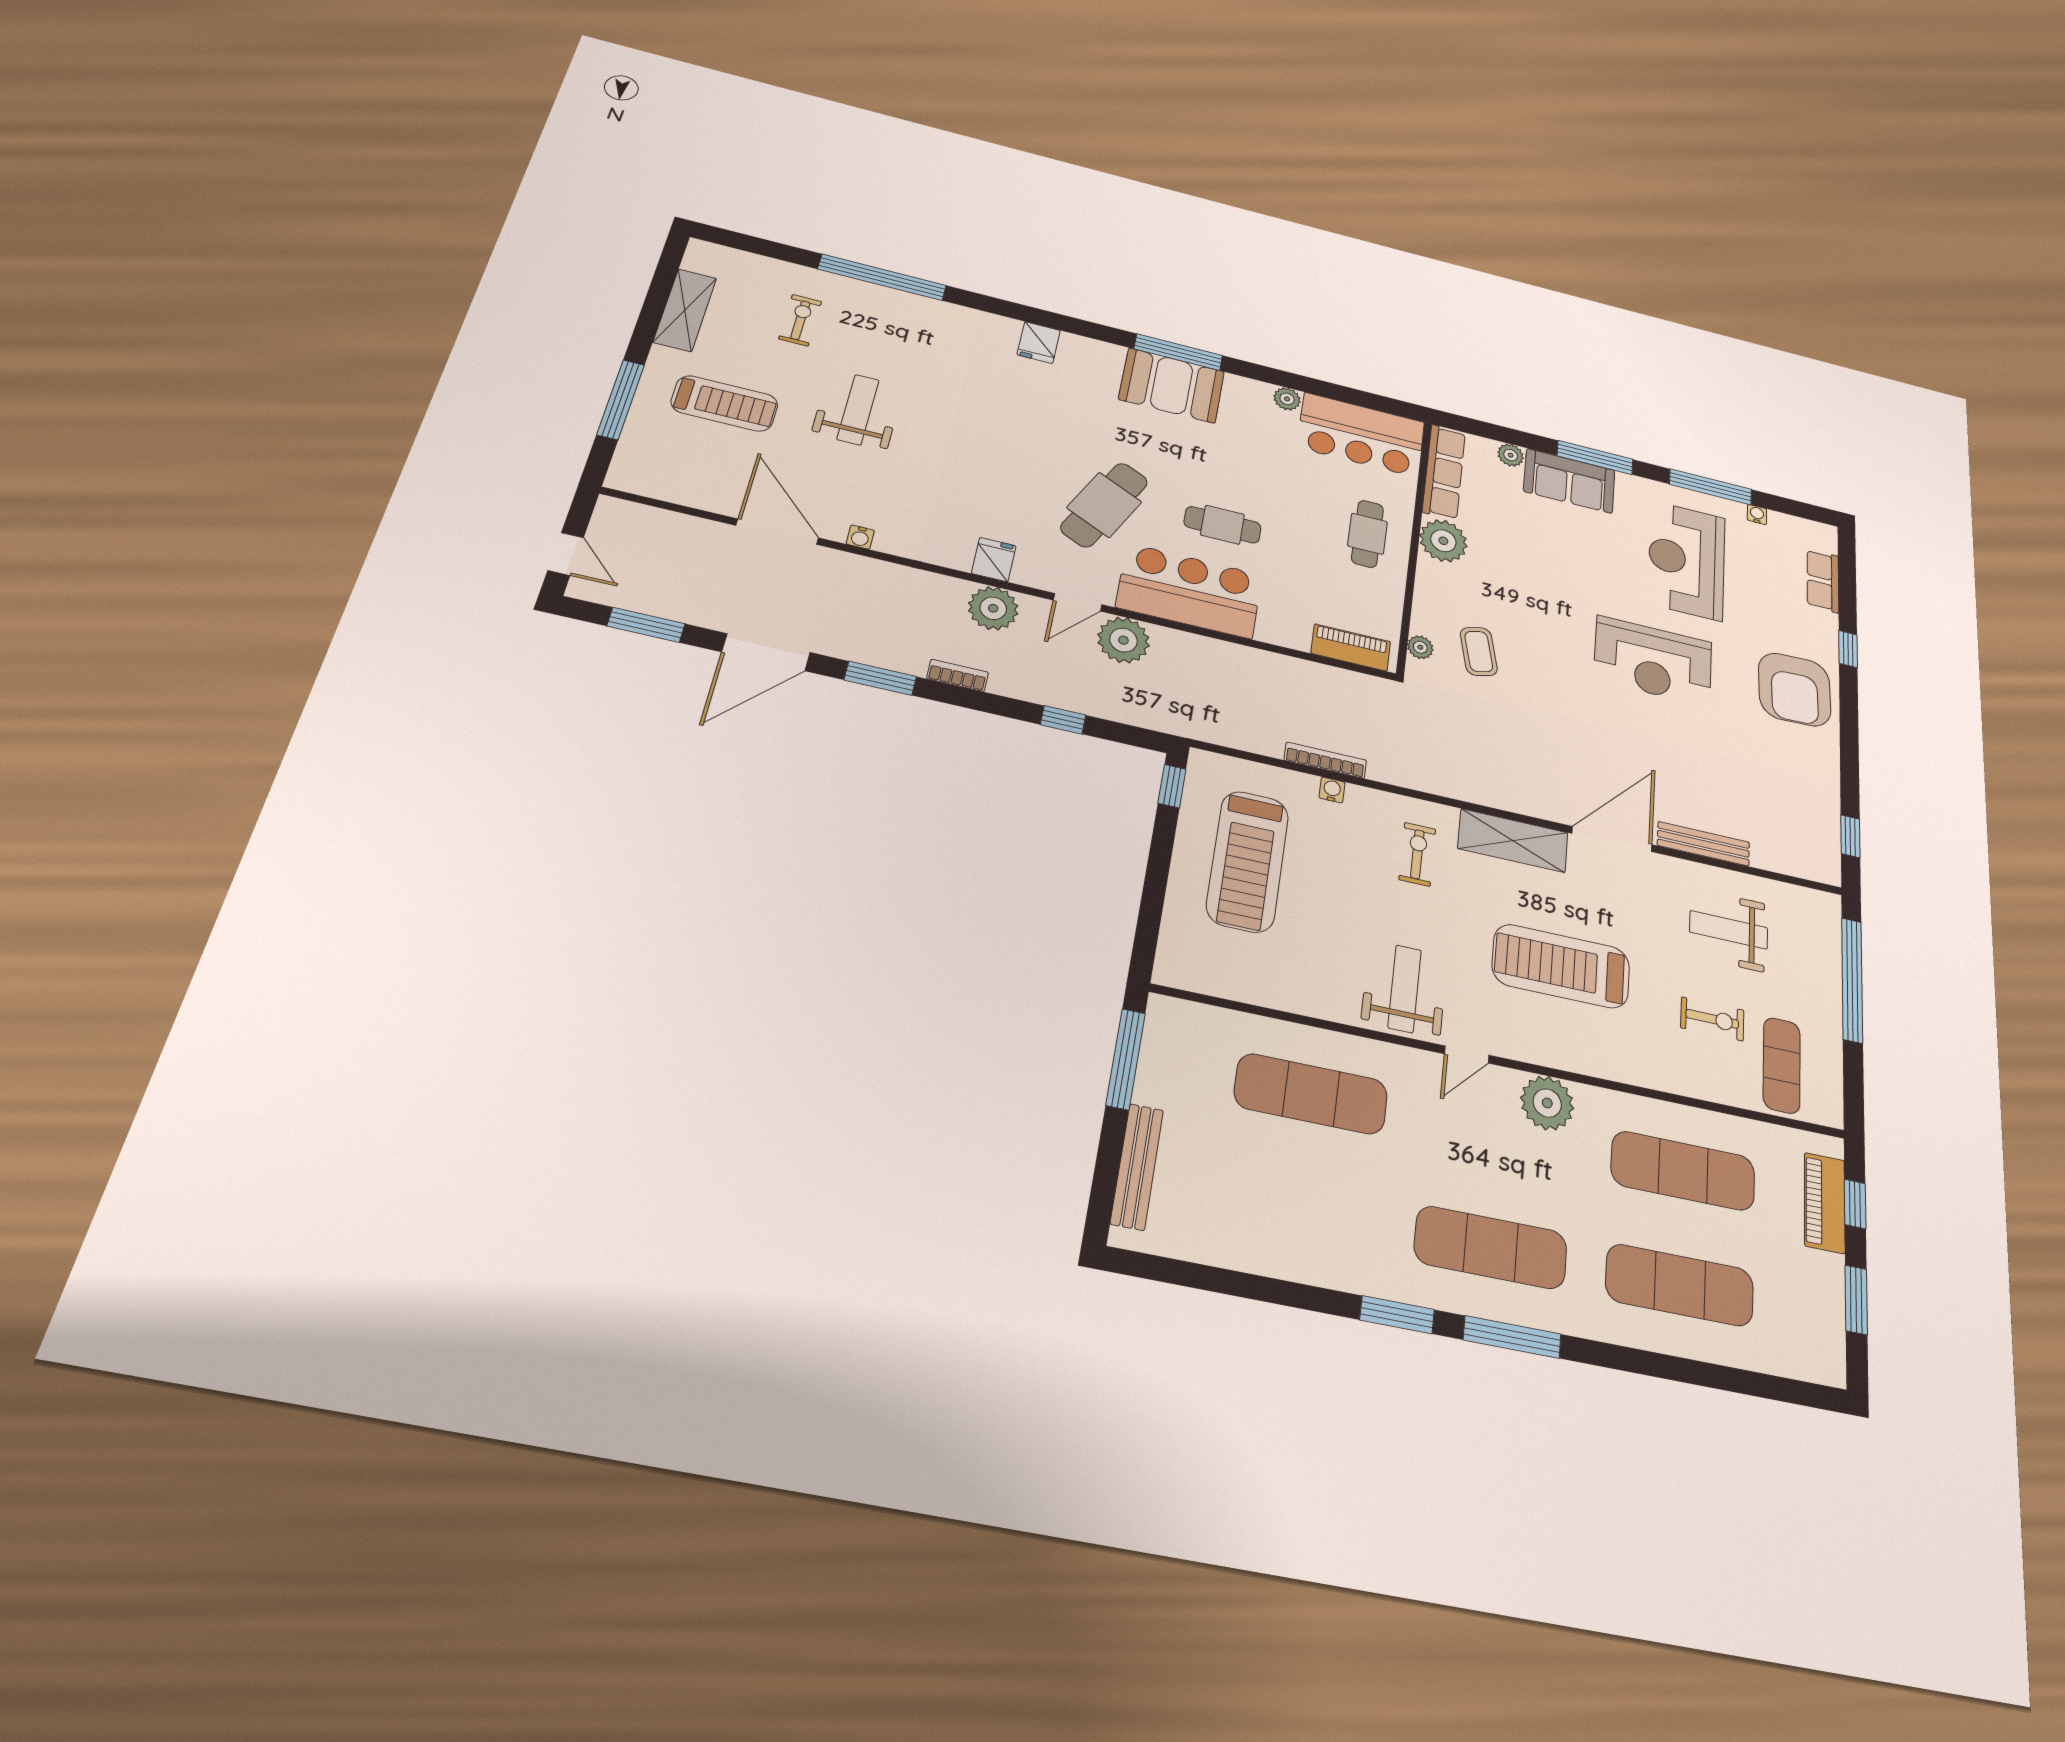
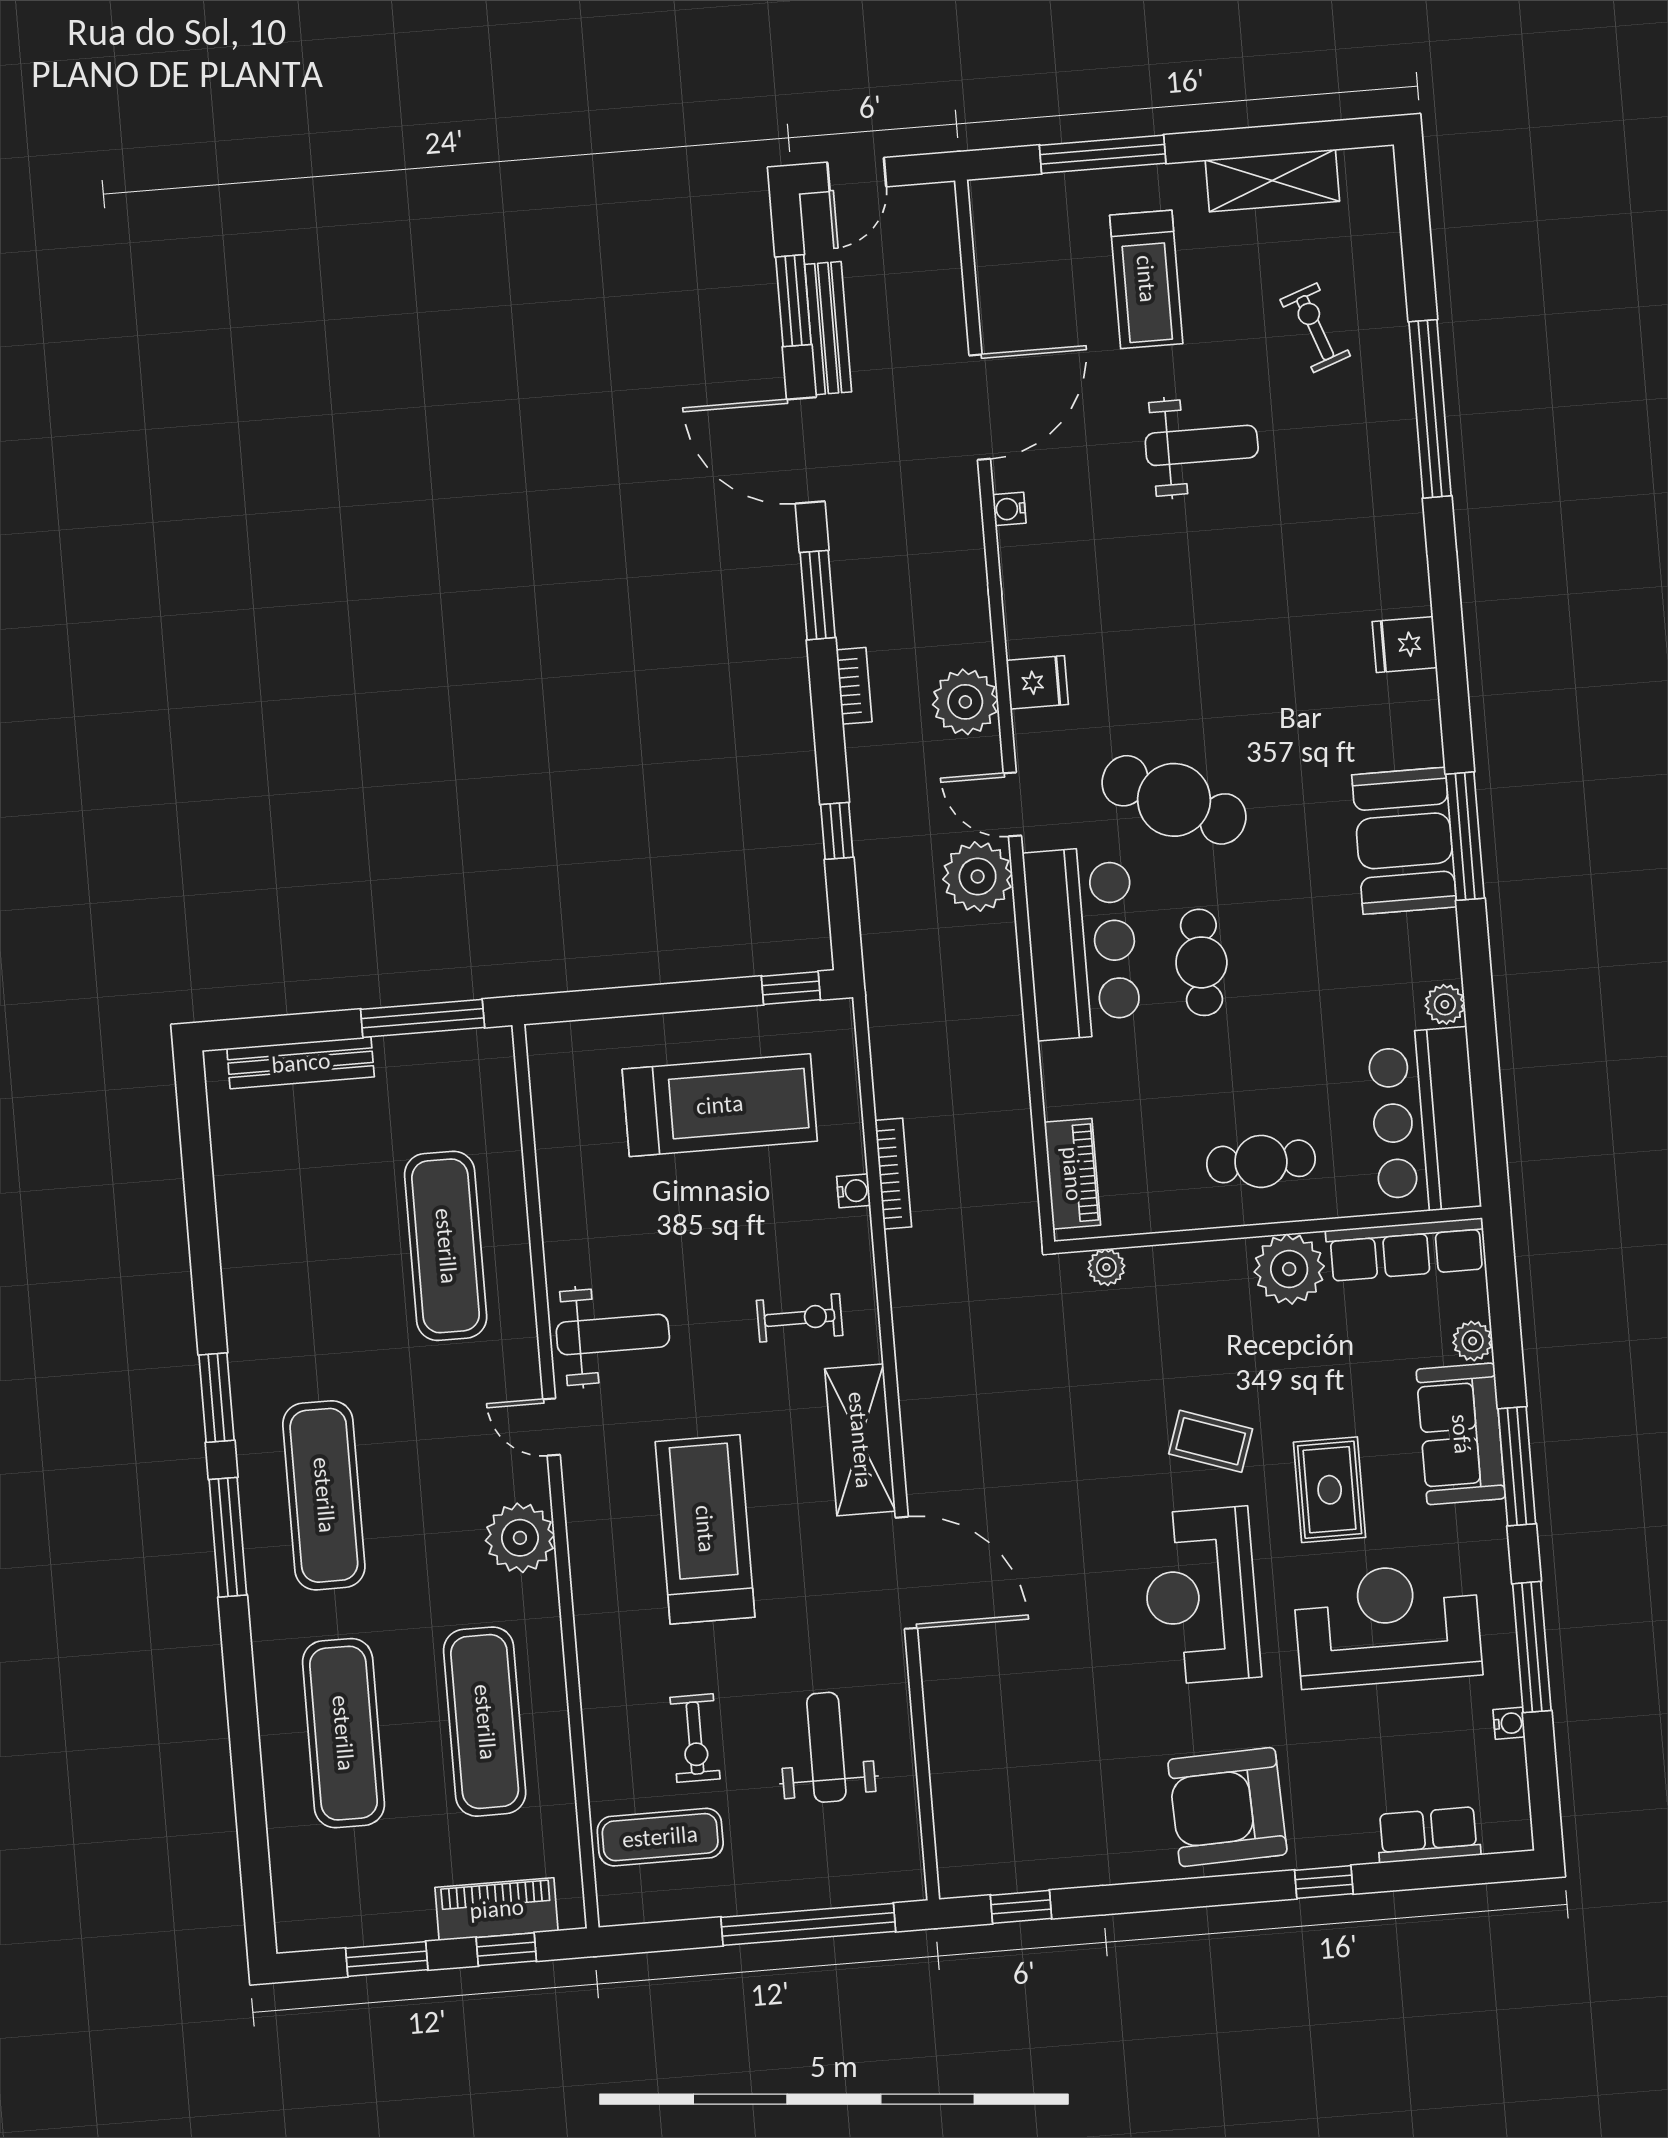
exercise bike: (800, 320) -> (1315, 328), turned -110
rug: (1594, 565) -> (1330, 1490), added
coffee table: (1479, 651) -> (1211, 1441), moved, turned 33
bench: (1703, 844) -> (828, 328), moved
treadmill: (1248, 861) -> (720, 1105), turned 180

